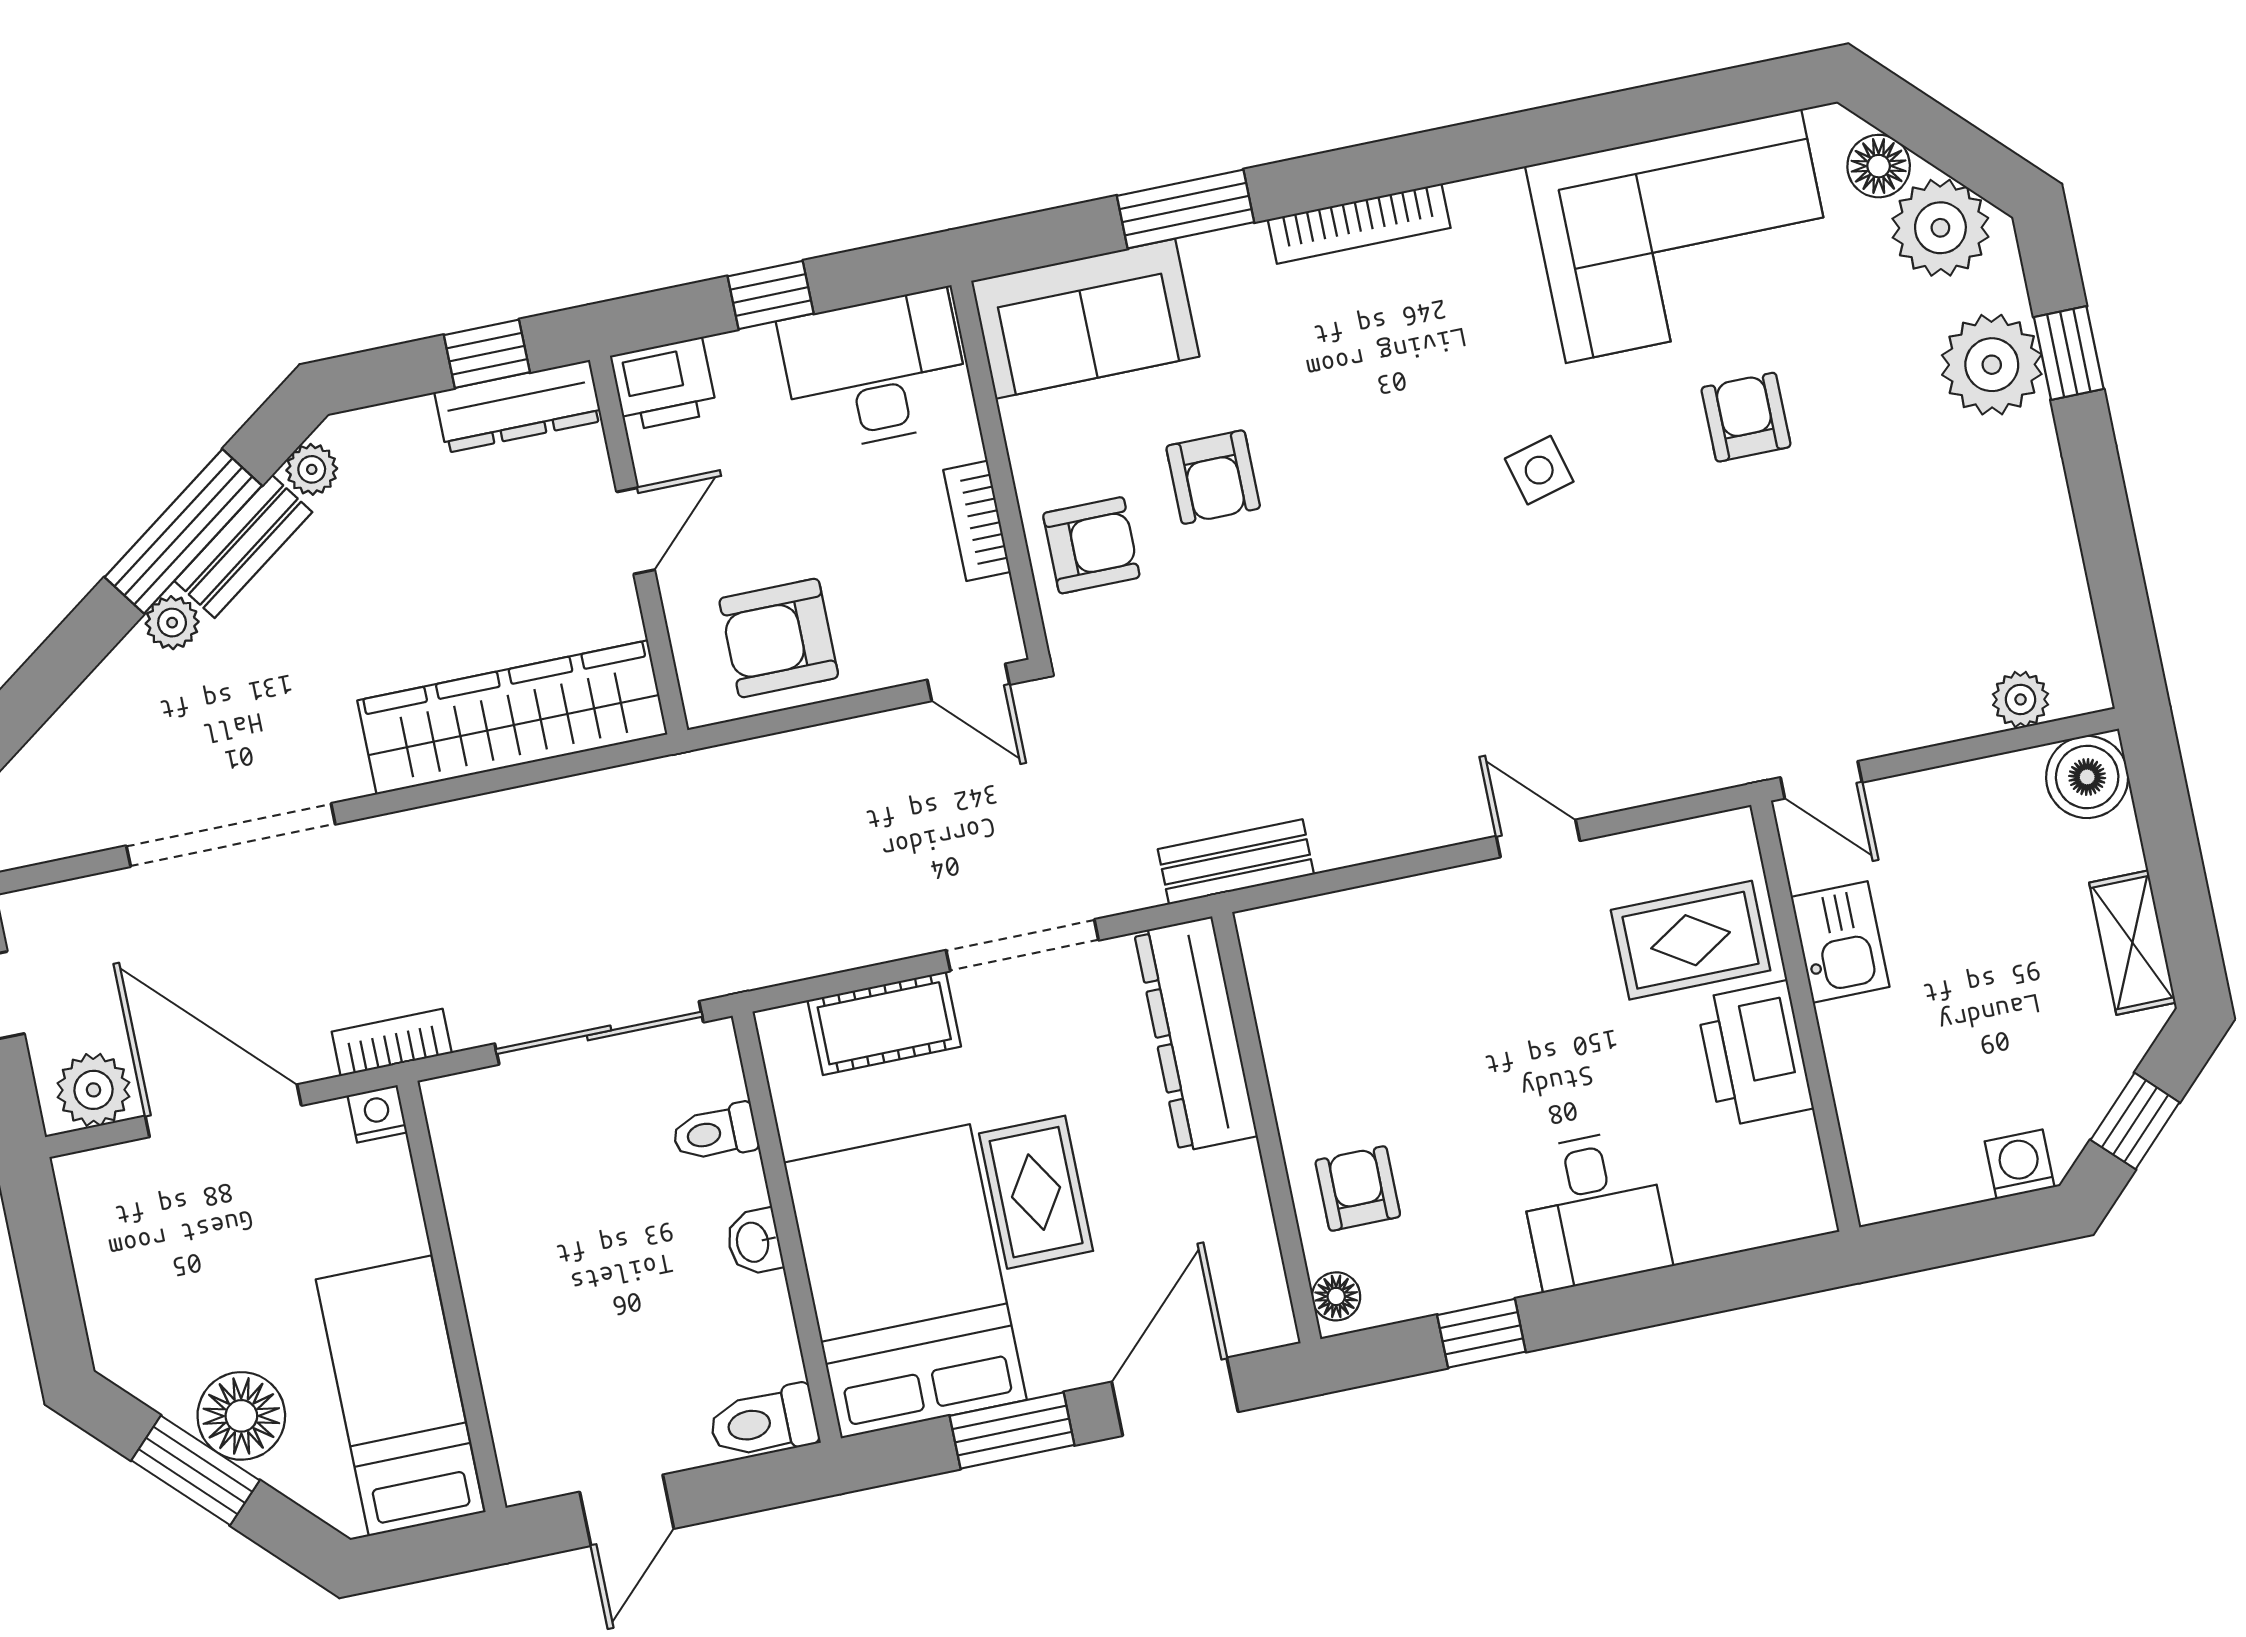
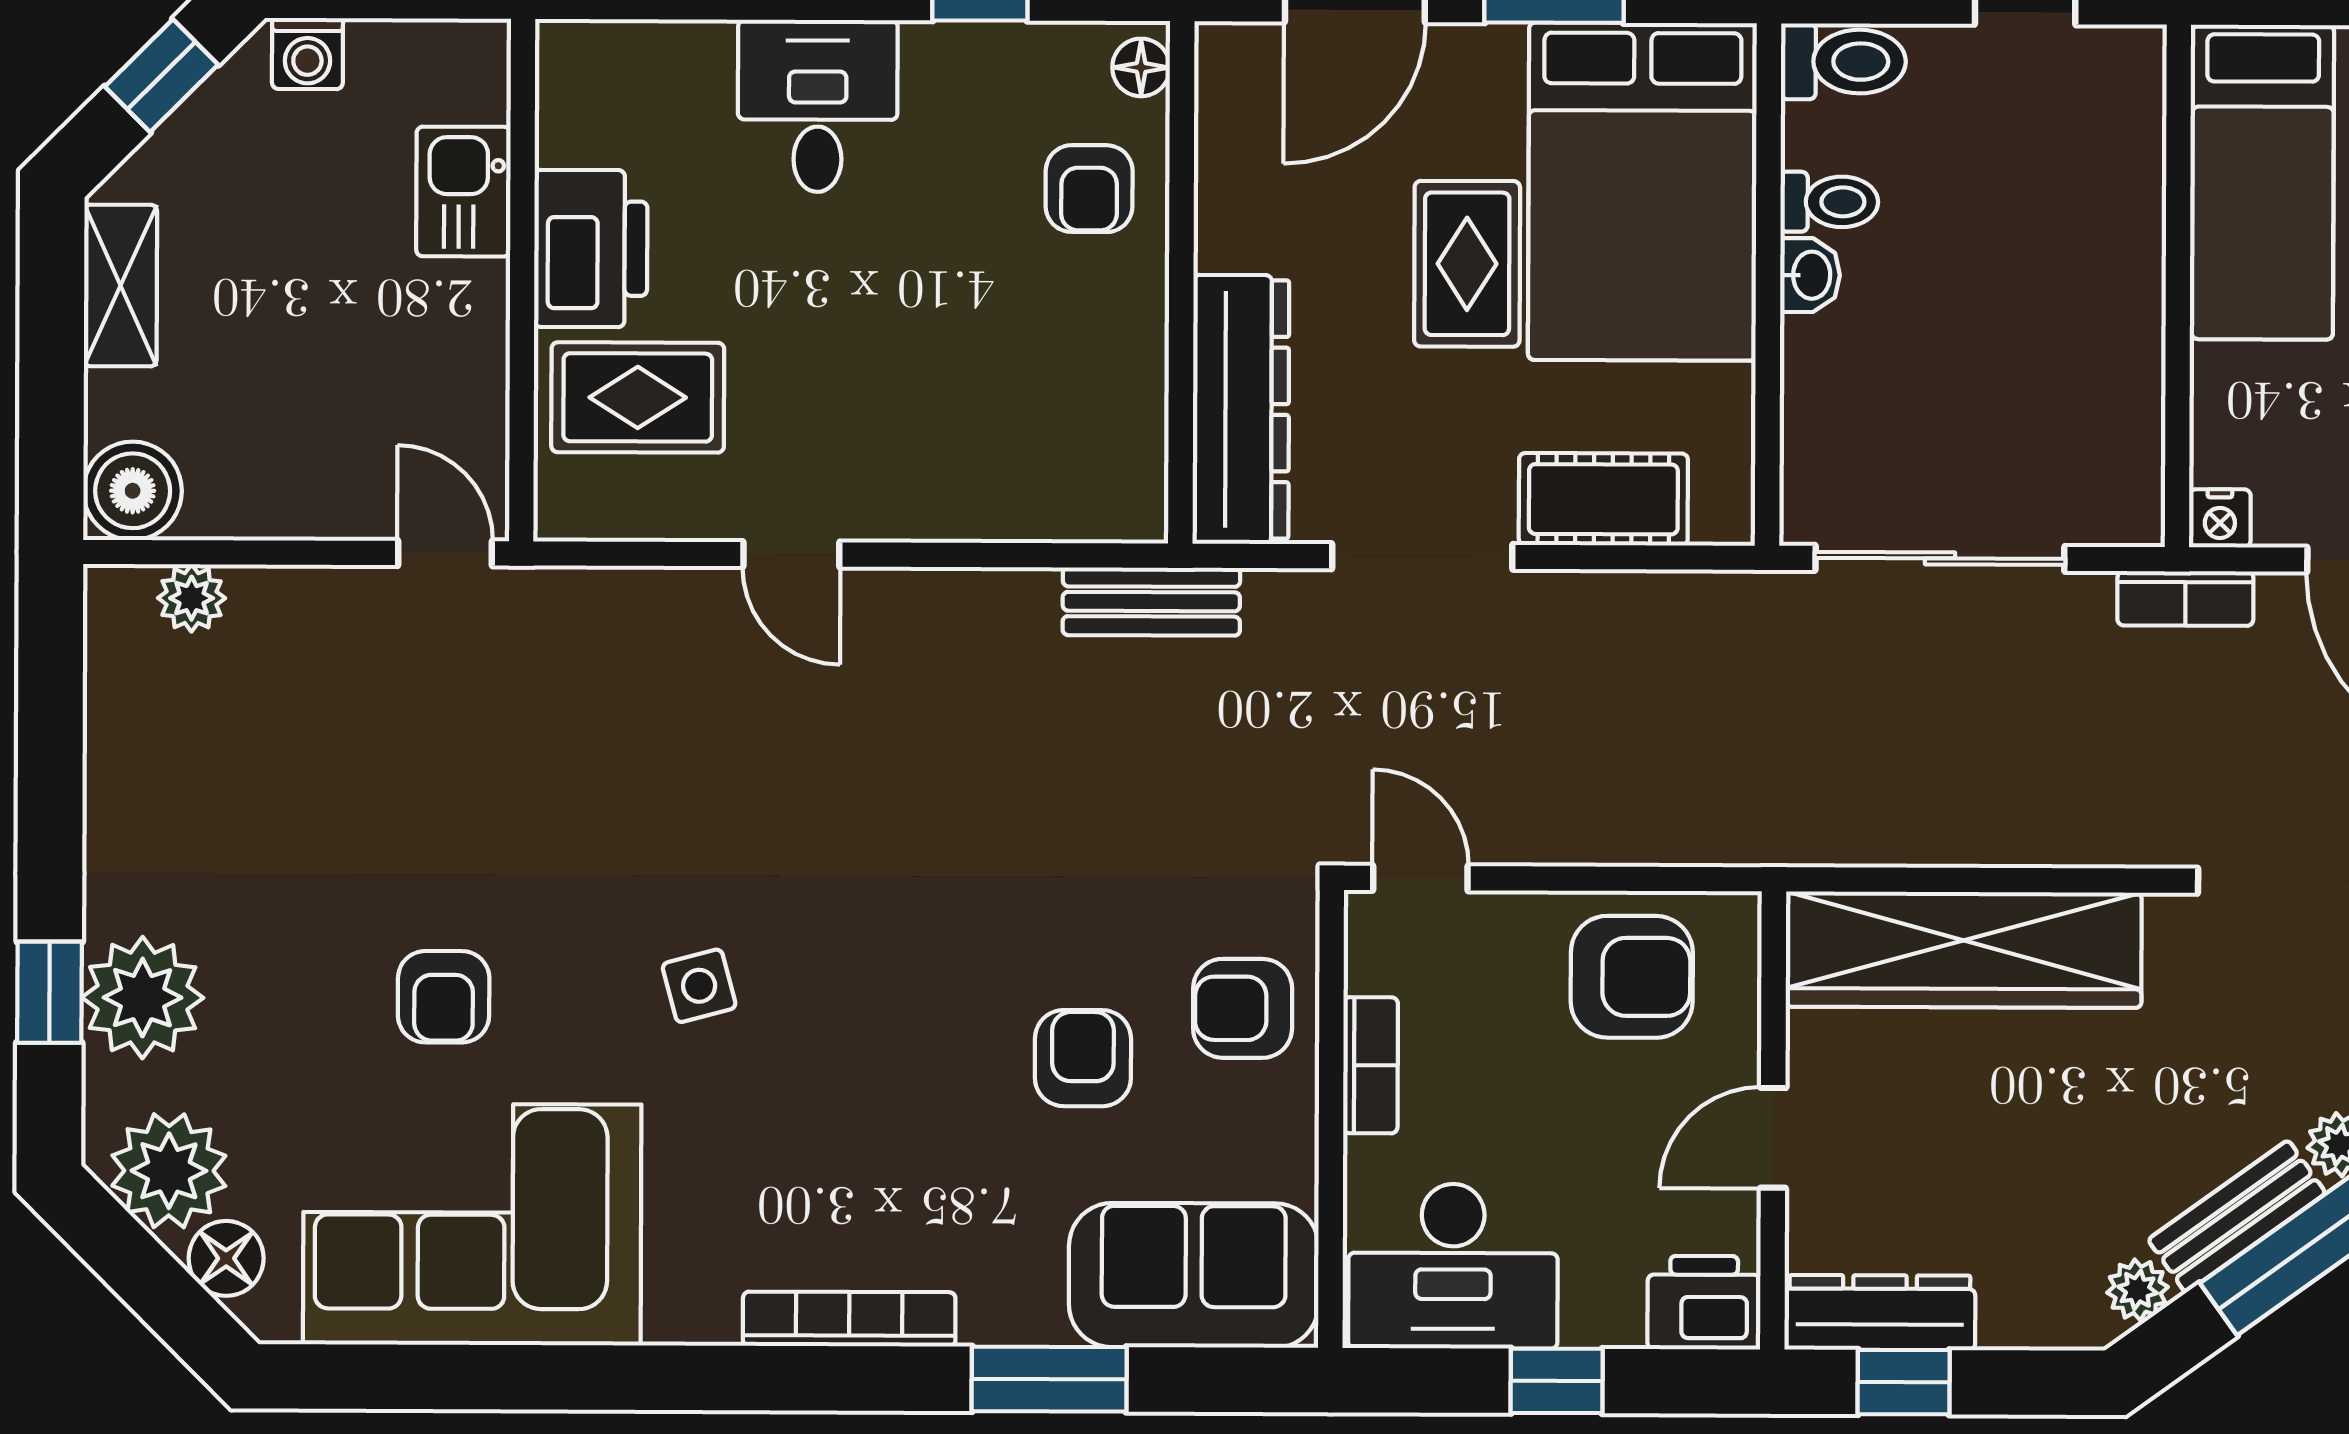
kitchen sink: (1840, 942) -> (463, 192), moved
toilet: (715, 1133) -> (1829, 202), moved

